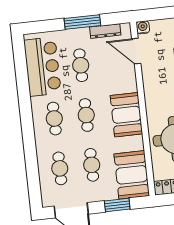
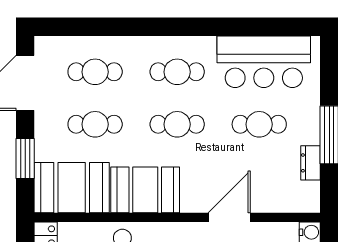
dresser: (105, 31) -> (310, 163), width x0.70
door: (136, 51) -> (229, 217), moved
booth: (126, 115) -> (145, 190), moved

